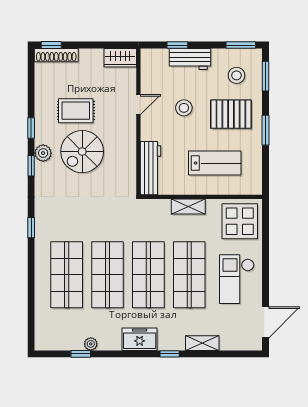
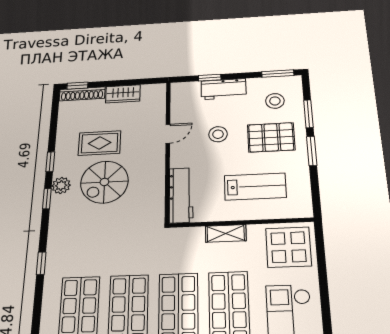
wardrobe: (120, 58) -> (123, 94), moved
window: (266, 76) -> (308, 114), moved

